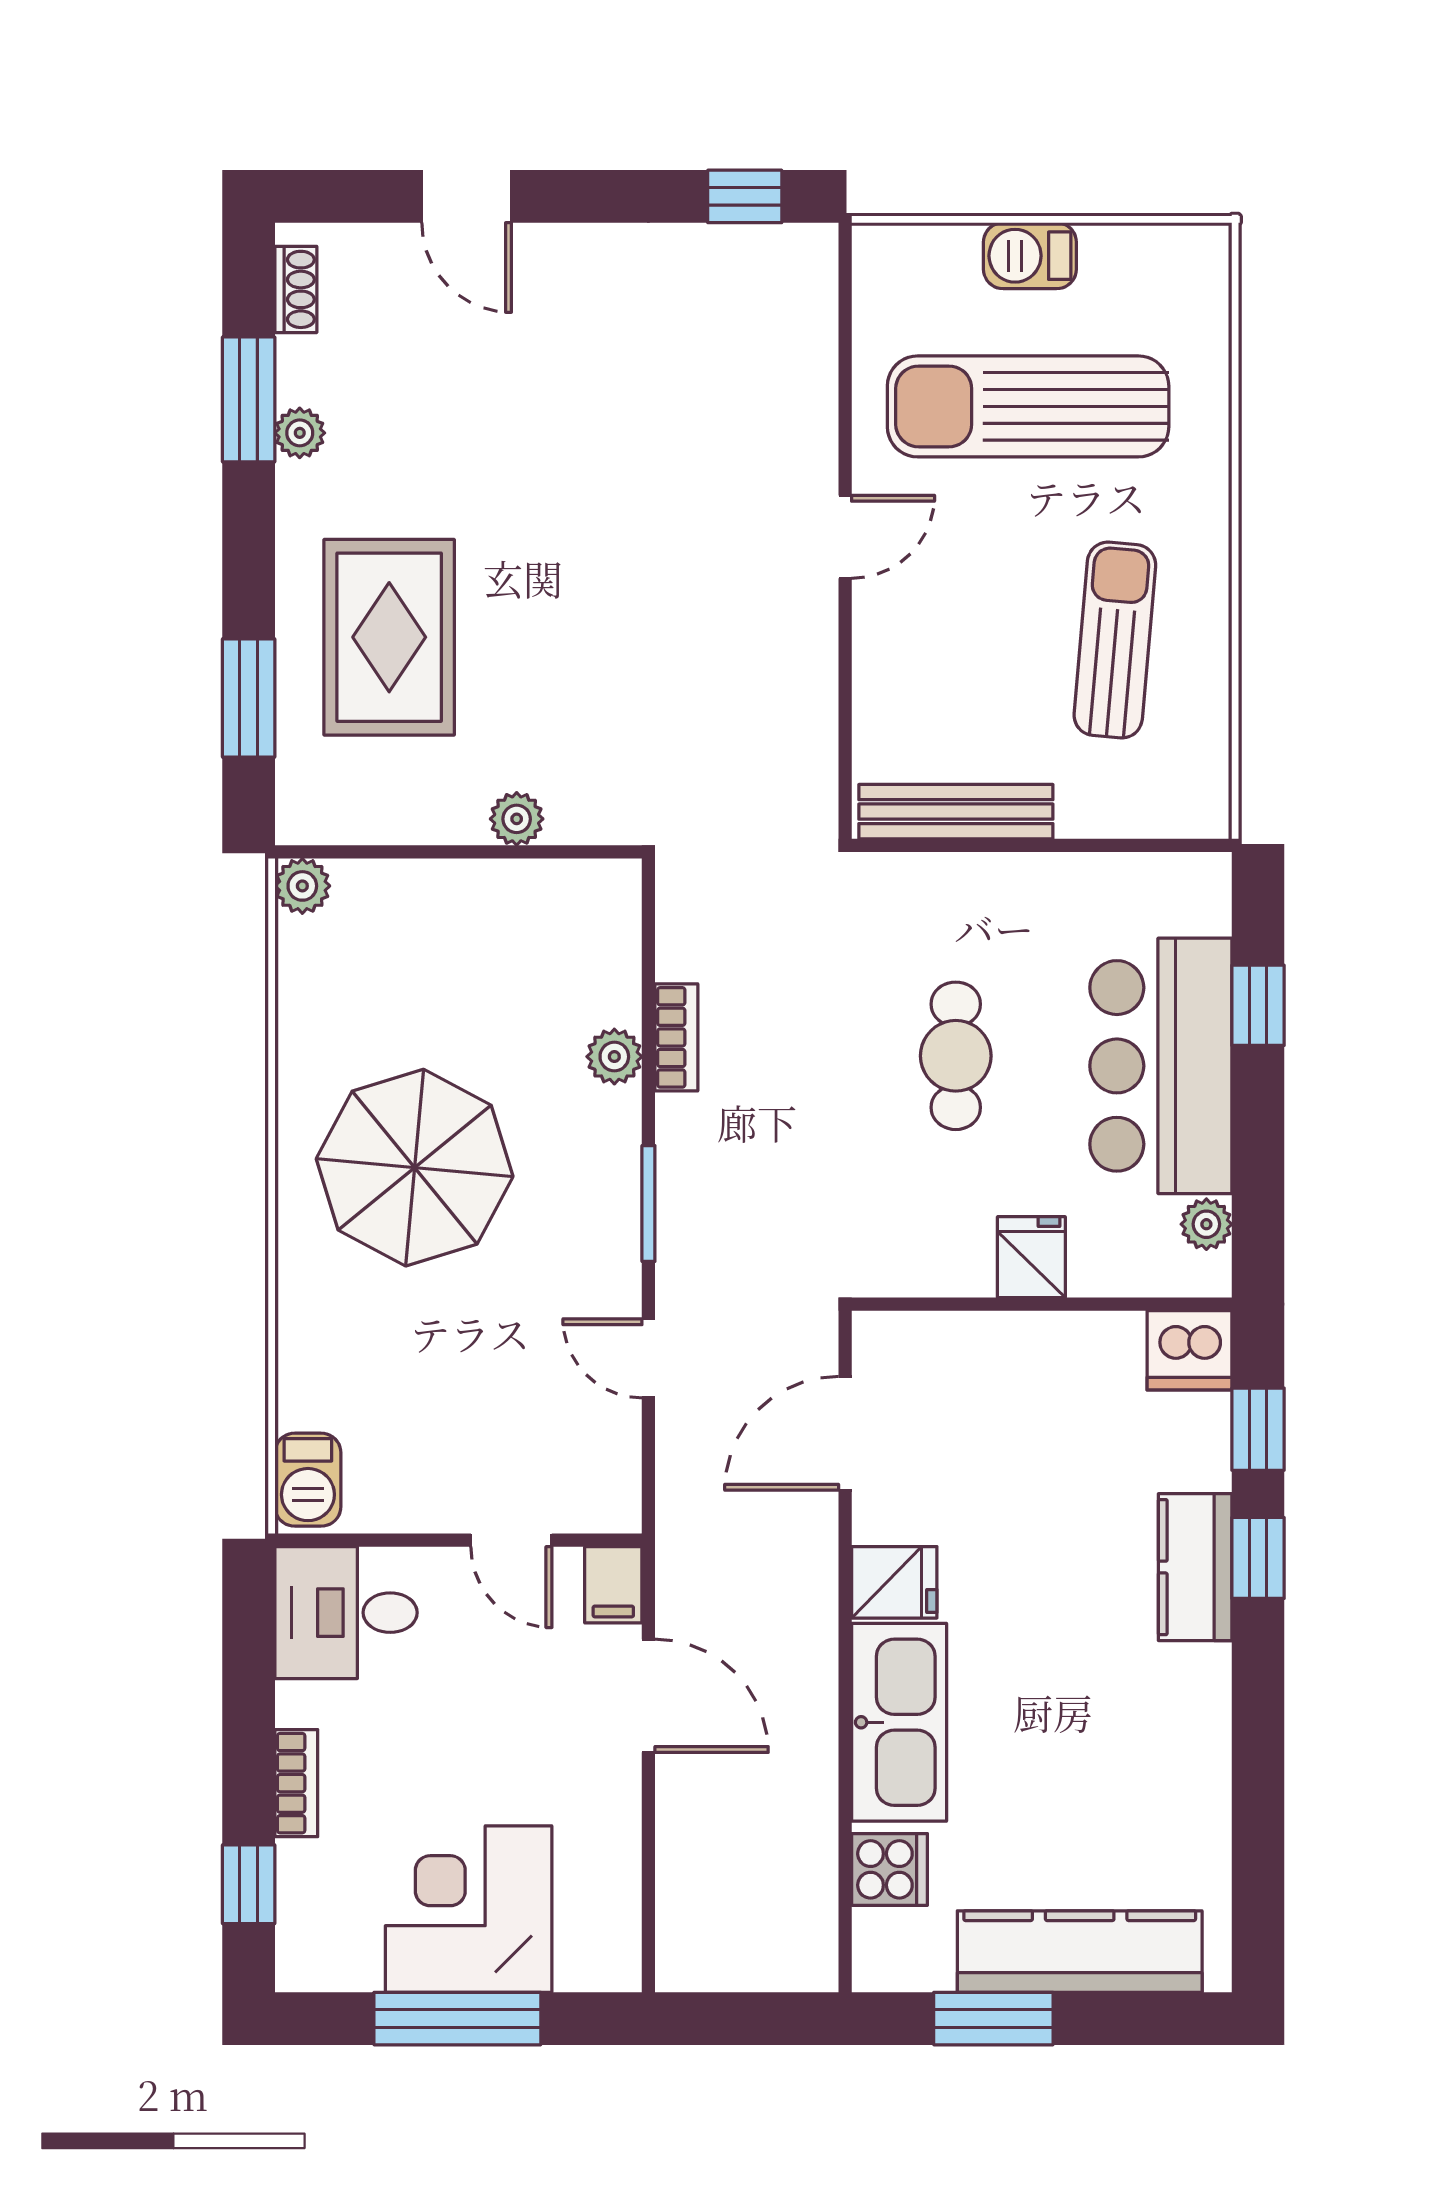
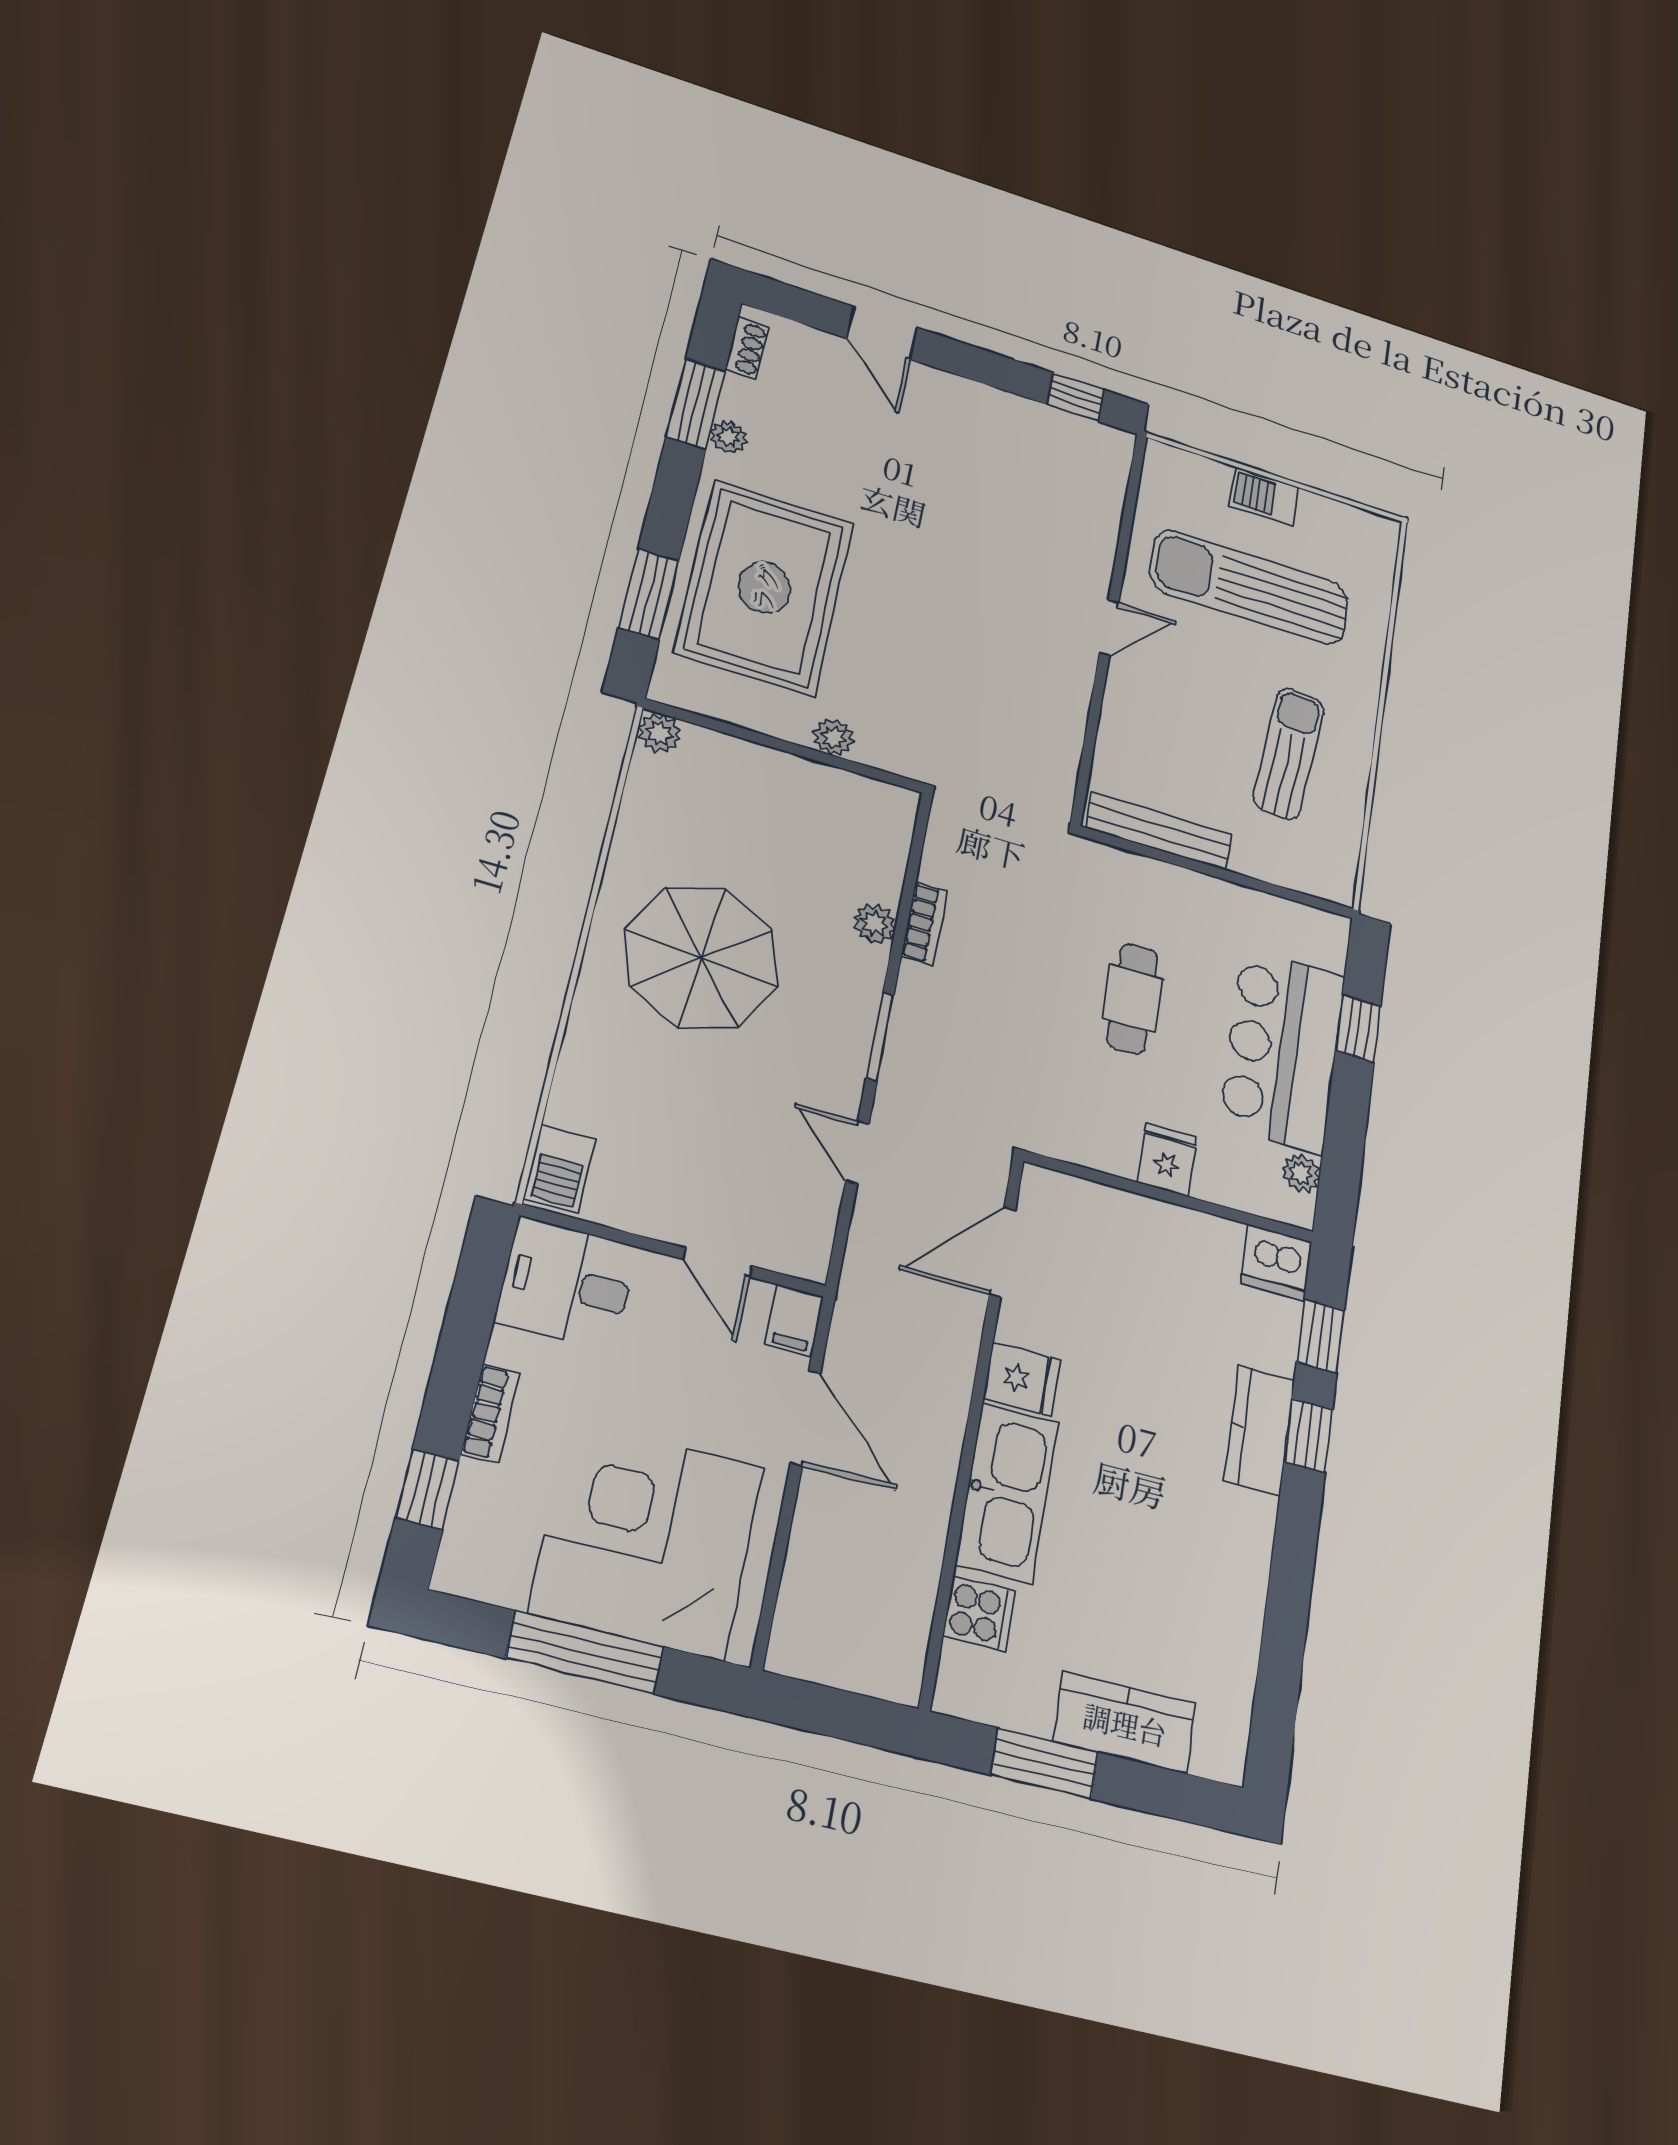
rug: (389, 637) -> (764, 588), width x1.37, depth x1.44
corner desk: (469, 1909) -> (647, 1539), width x1.36, depth x1.36
kitchen counter: (1080, 1952) -> (1125, 1723), width x0.67

